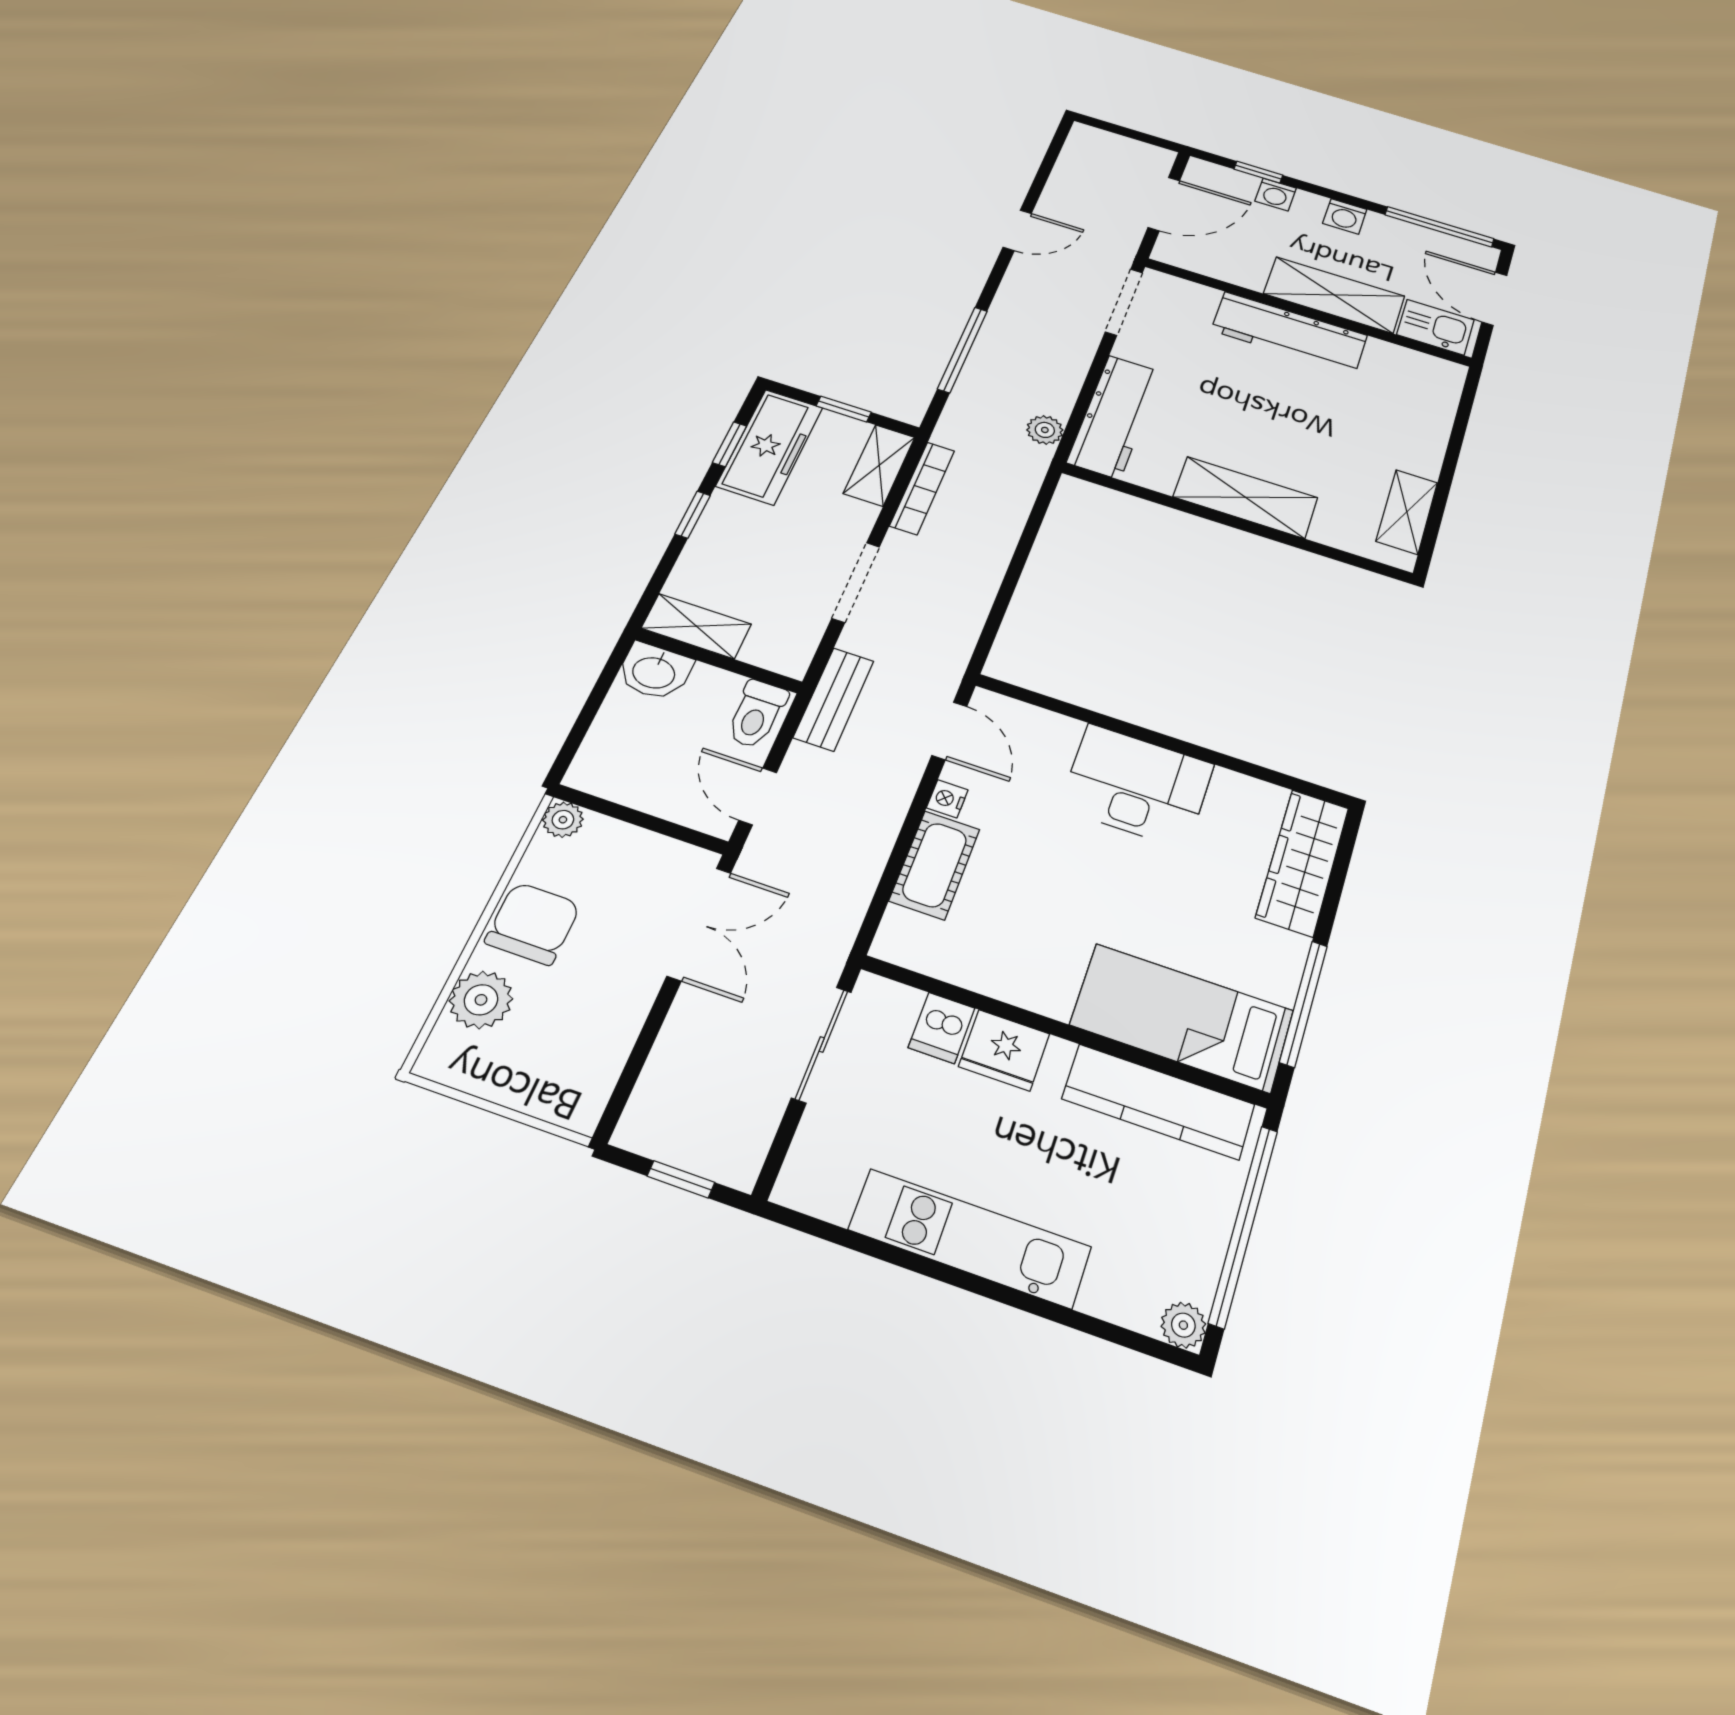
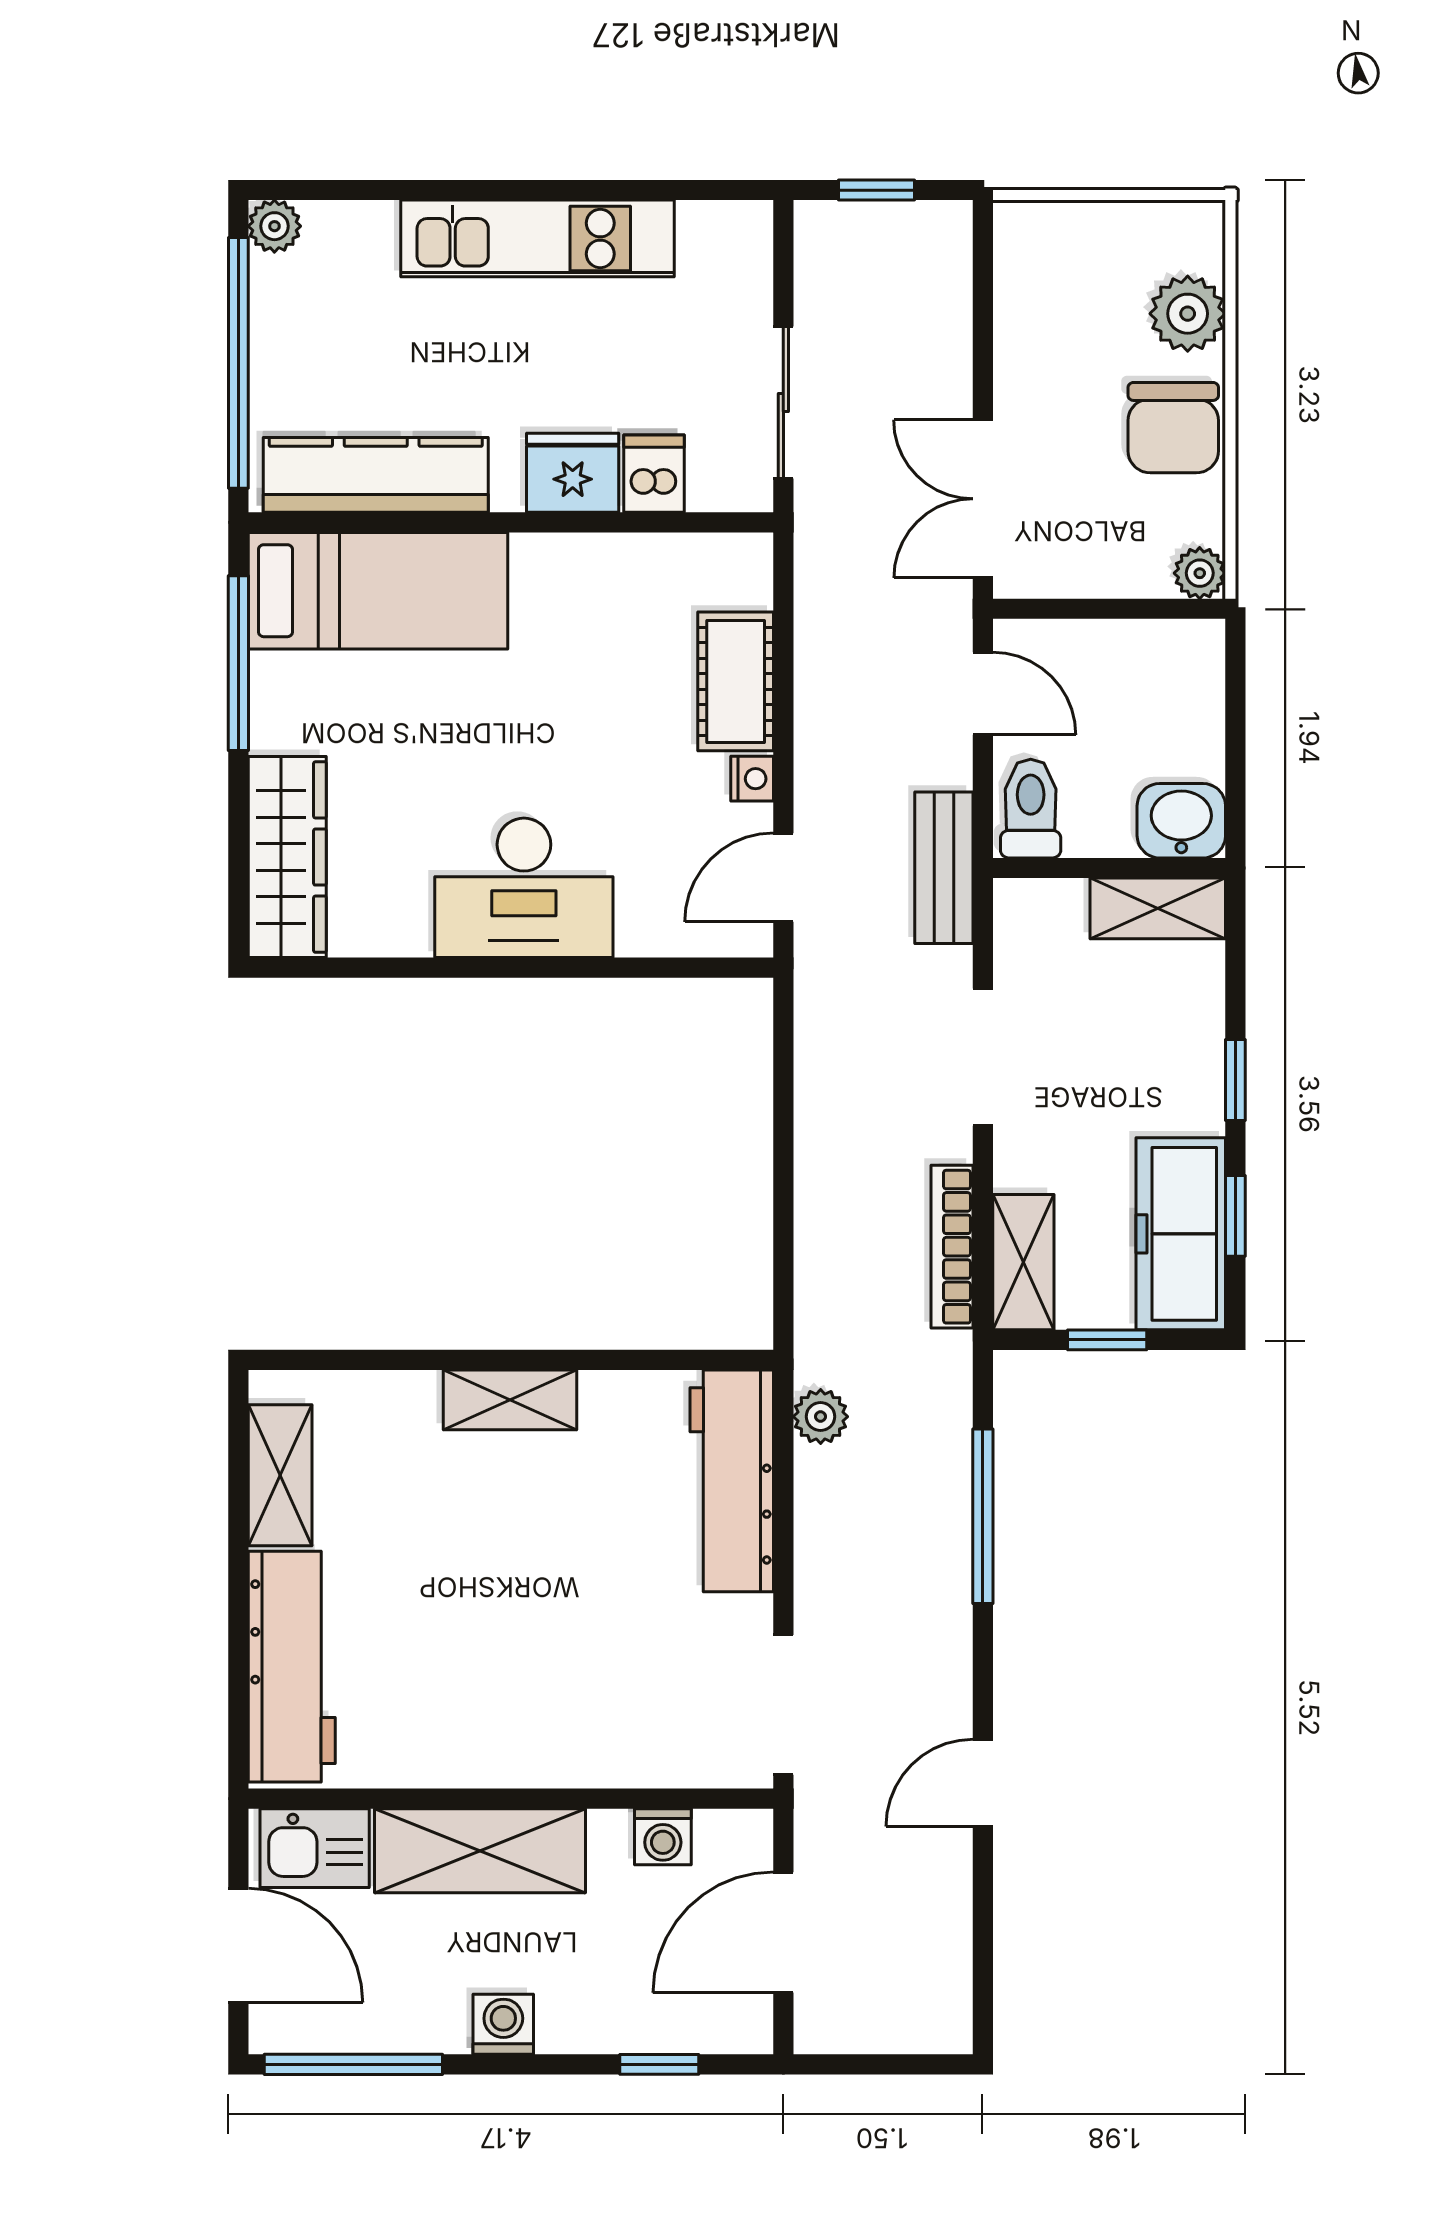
washing machine: (1276, 195) -> (663, 1837), moved, turned 180
workbench: (1289, 333) -> (292, 1667), moved, turned 90
shelving: (1245, 497) -> (510, 1400), width x0.67, depth x0.75
door: (949, 731) -> (783, 877), hinge flipped

